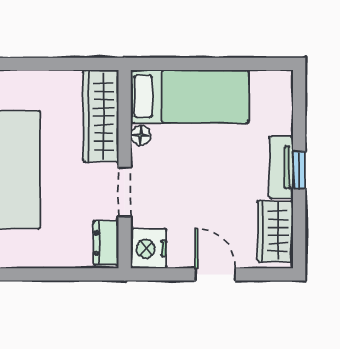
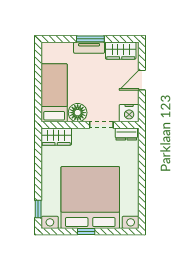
wardrobe: (101, 116) -> (56, 137), width x0.67
floor lamp: (141, 135) -> (78, 113), width x1.89, depth x1.89
window: (299, 170) -> (90, 39), width x1.50

